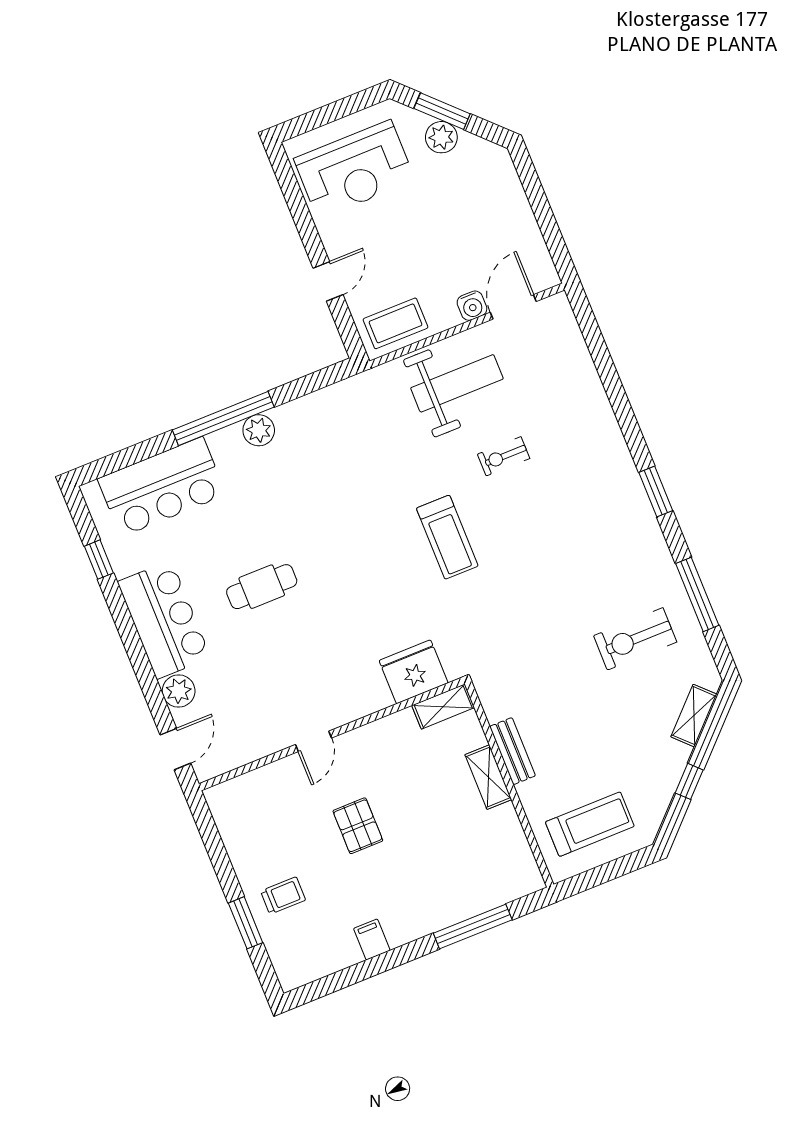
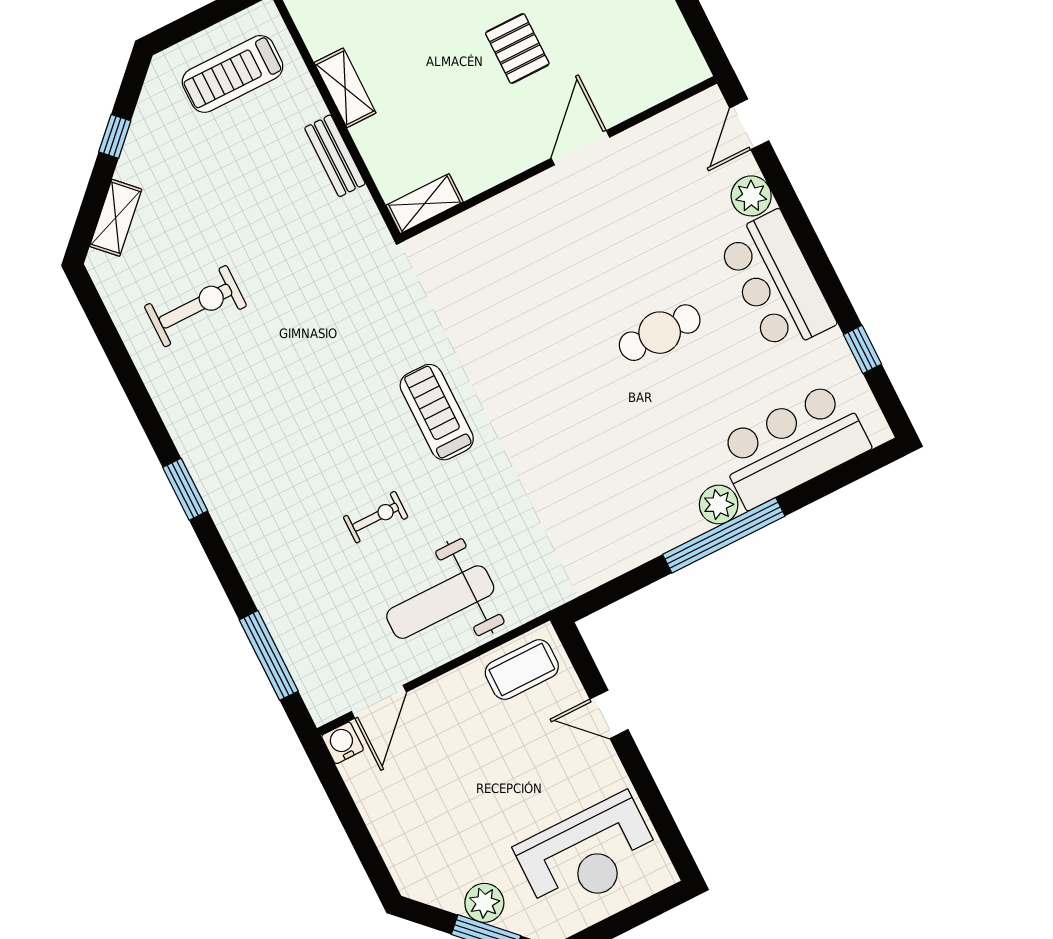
reception desk: (354, 169) -> (588, 854), turned 180
door: (328, 281) -> (609, 714), hinge flipped
water cooler: (472, 306) -> (343, 743), moved
plant: (259, 430) -> (719, 505), moved
window: (697, 594) -> (269, 655), moved
fridge: (414, 672) -> (464, 243), removed
door: (314, 741) -> (580, 148), width x1.38
shelving: (488, 777) -> (345, 88), moved

